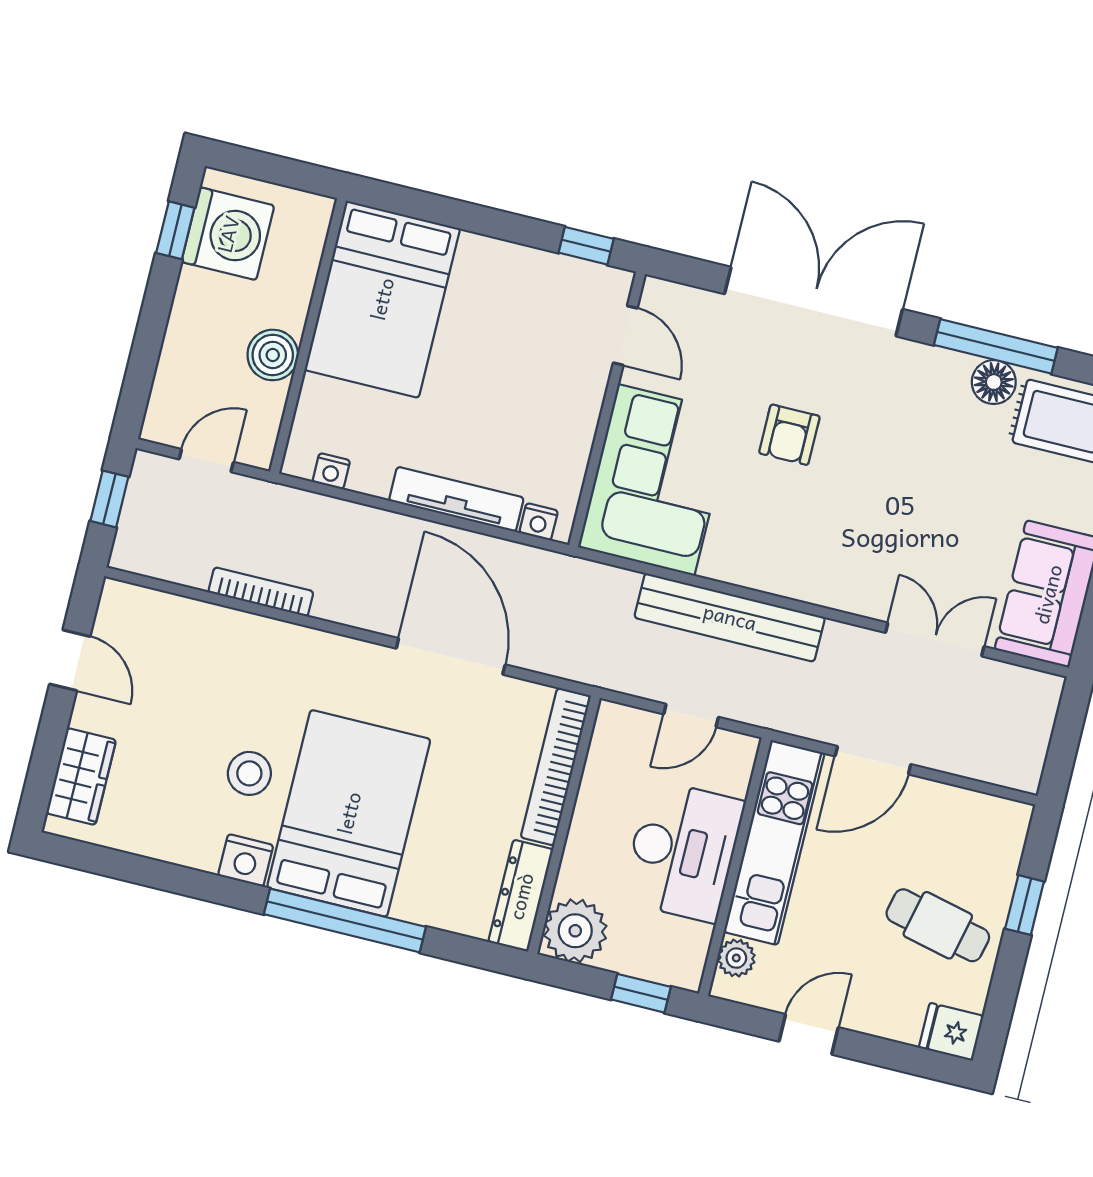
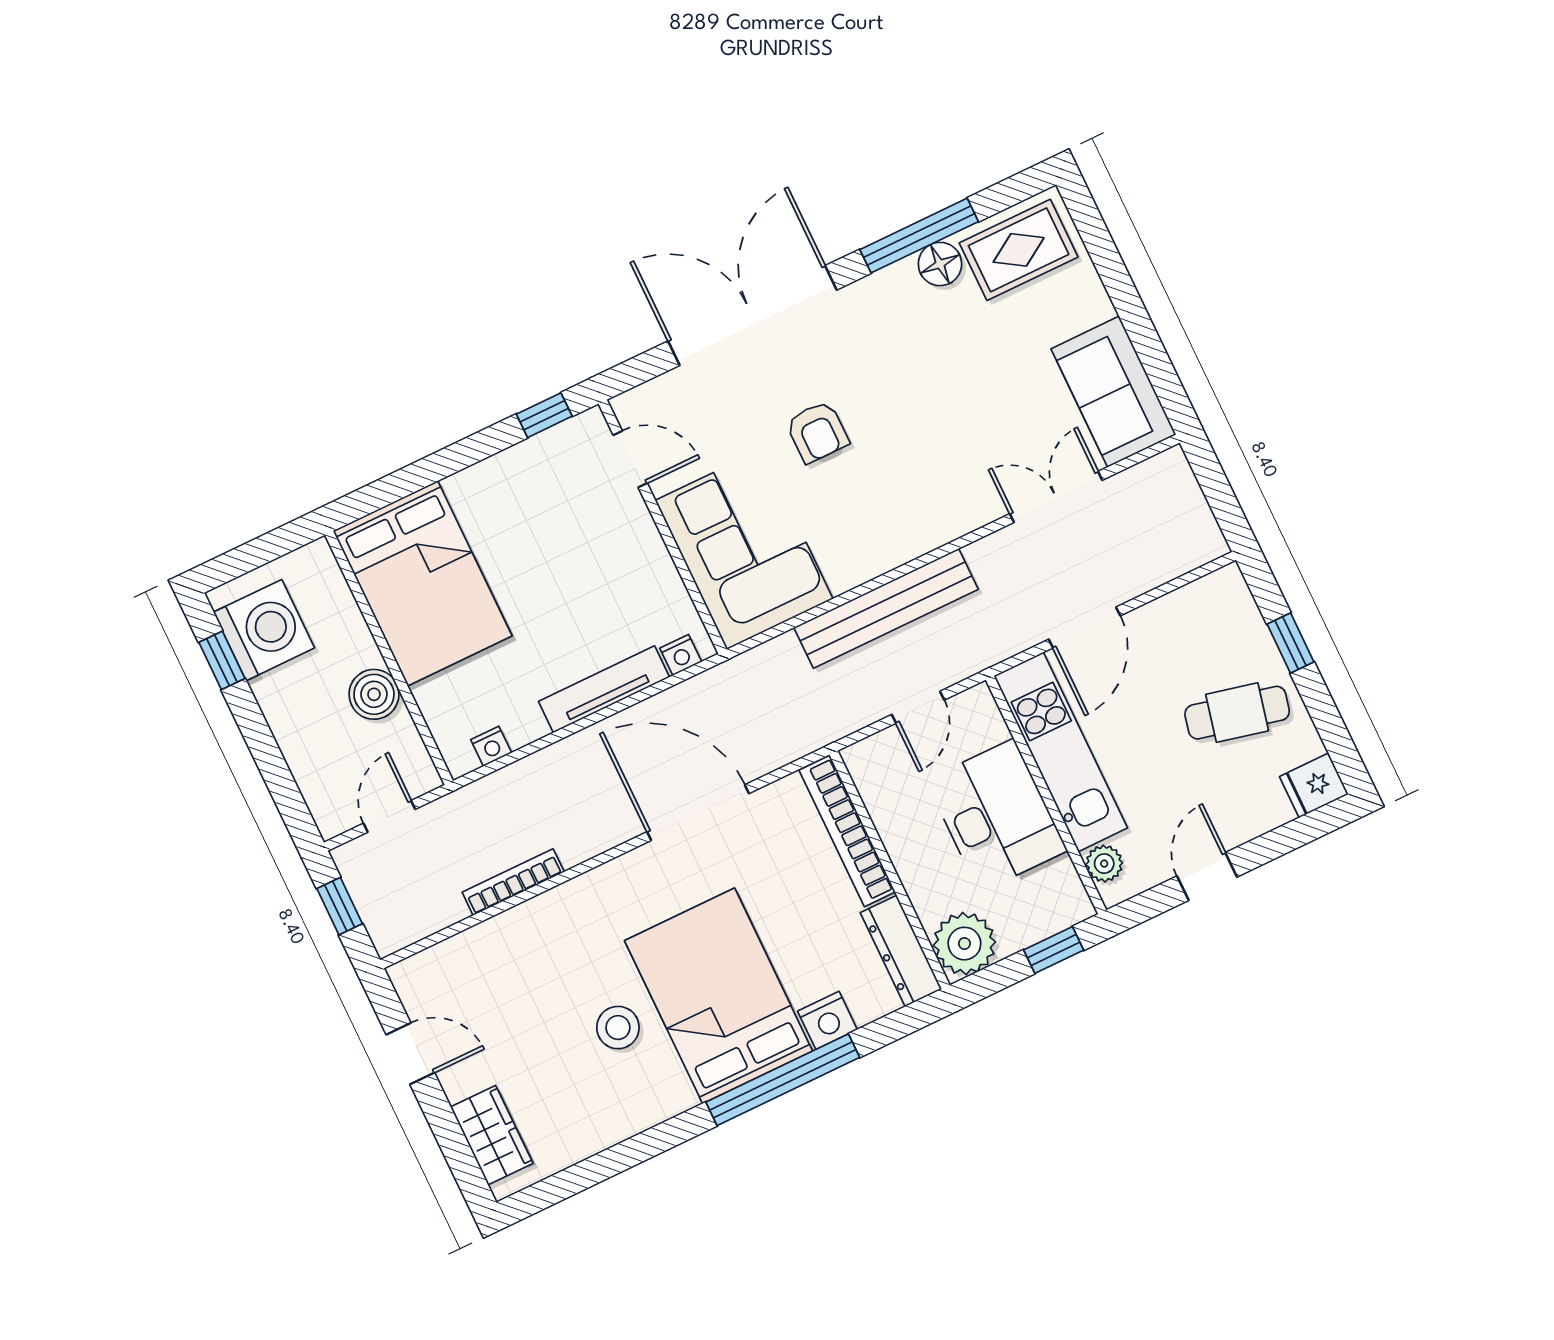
nightstand: (246, 860) -> (827, 1020), moved

